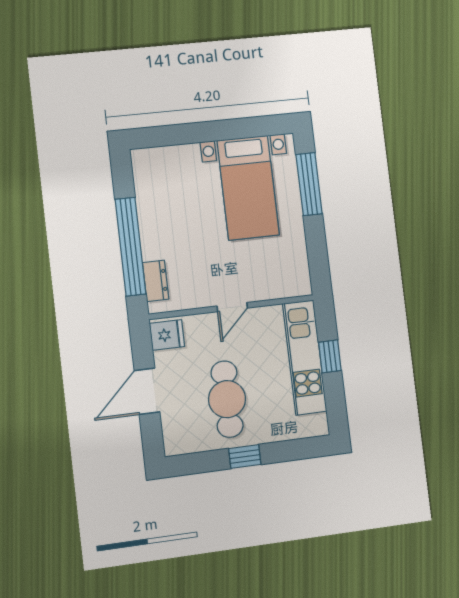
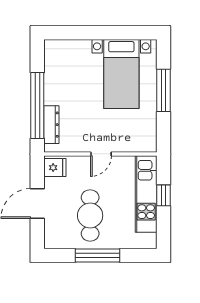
window: (309, 184) -> (164, 90), moved
dresser: (156, 281) -> (51, 125), width x1.44
window: (245, 457) -> (98, 255), width x2.17

